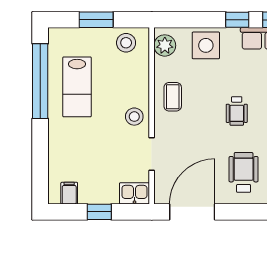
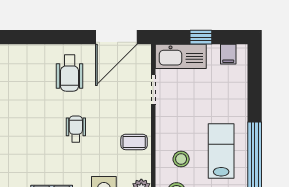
coffee table: (173, 97) -> (134, 142), turned 90
stool: (134, 117) -> (181, 159), moved
kitchen sink: (134, 193) -> (181, 56), width x1.88, depth x1.24

